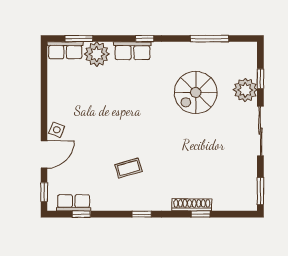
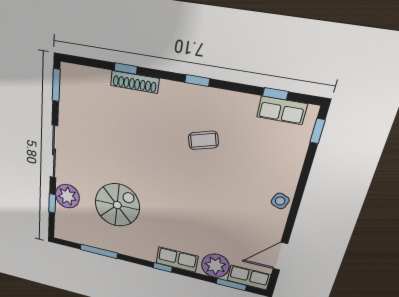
door: (44, 154) -> (280, 256), moved

